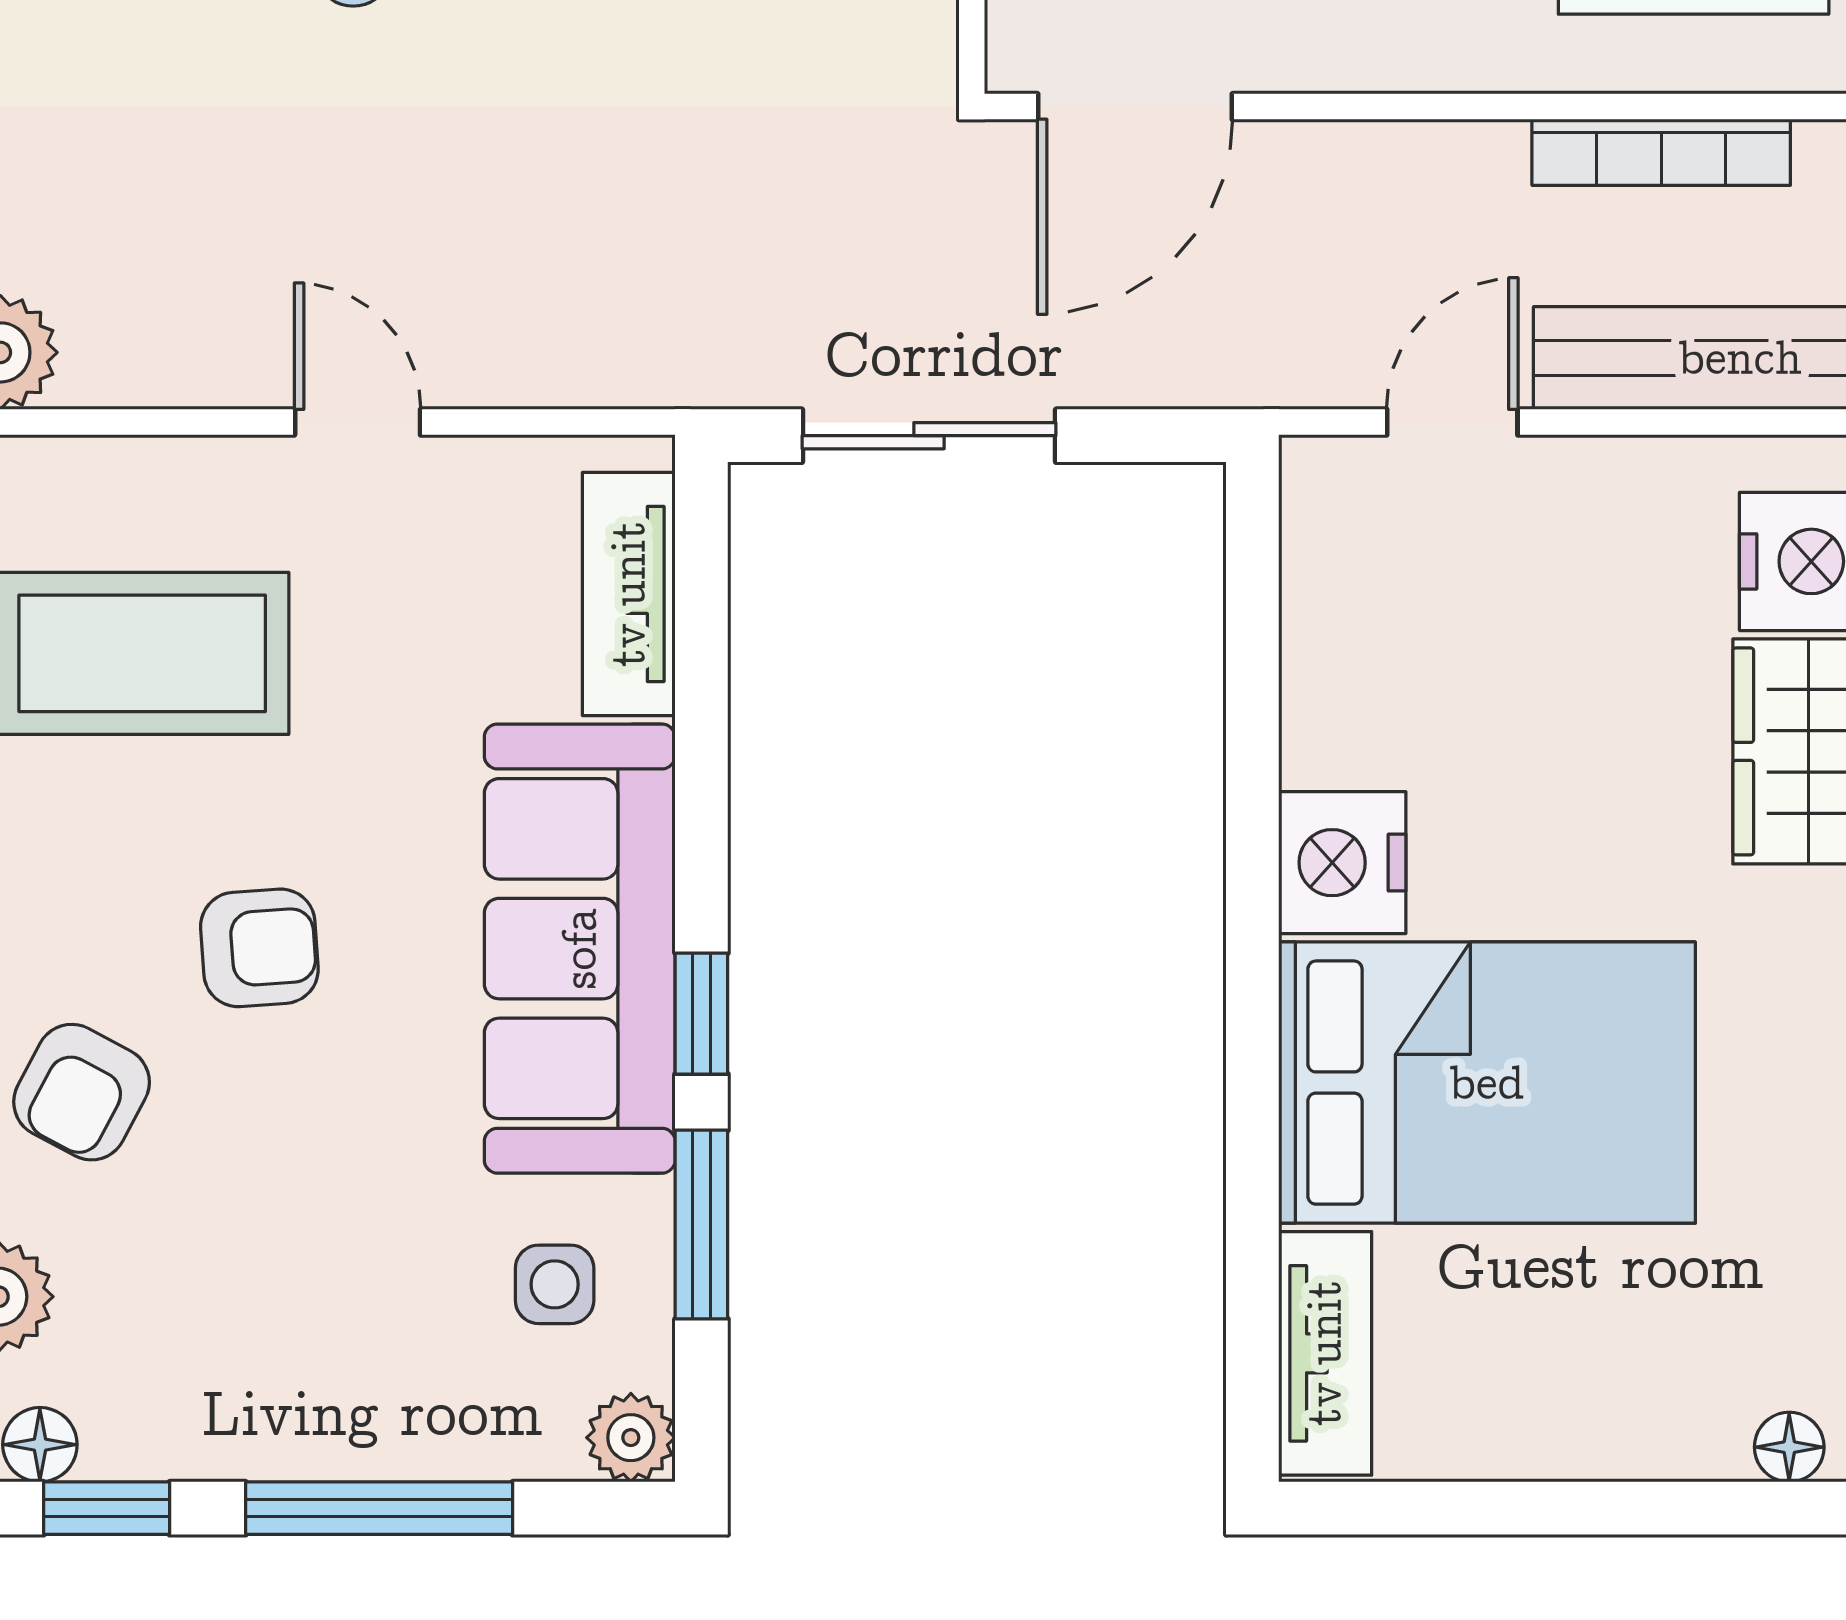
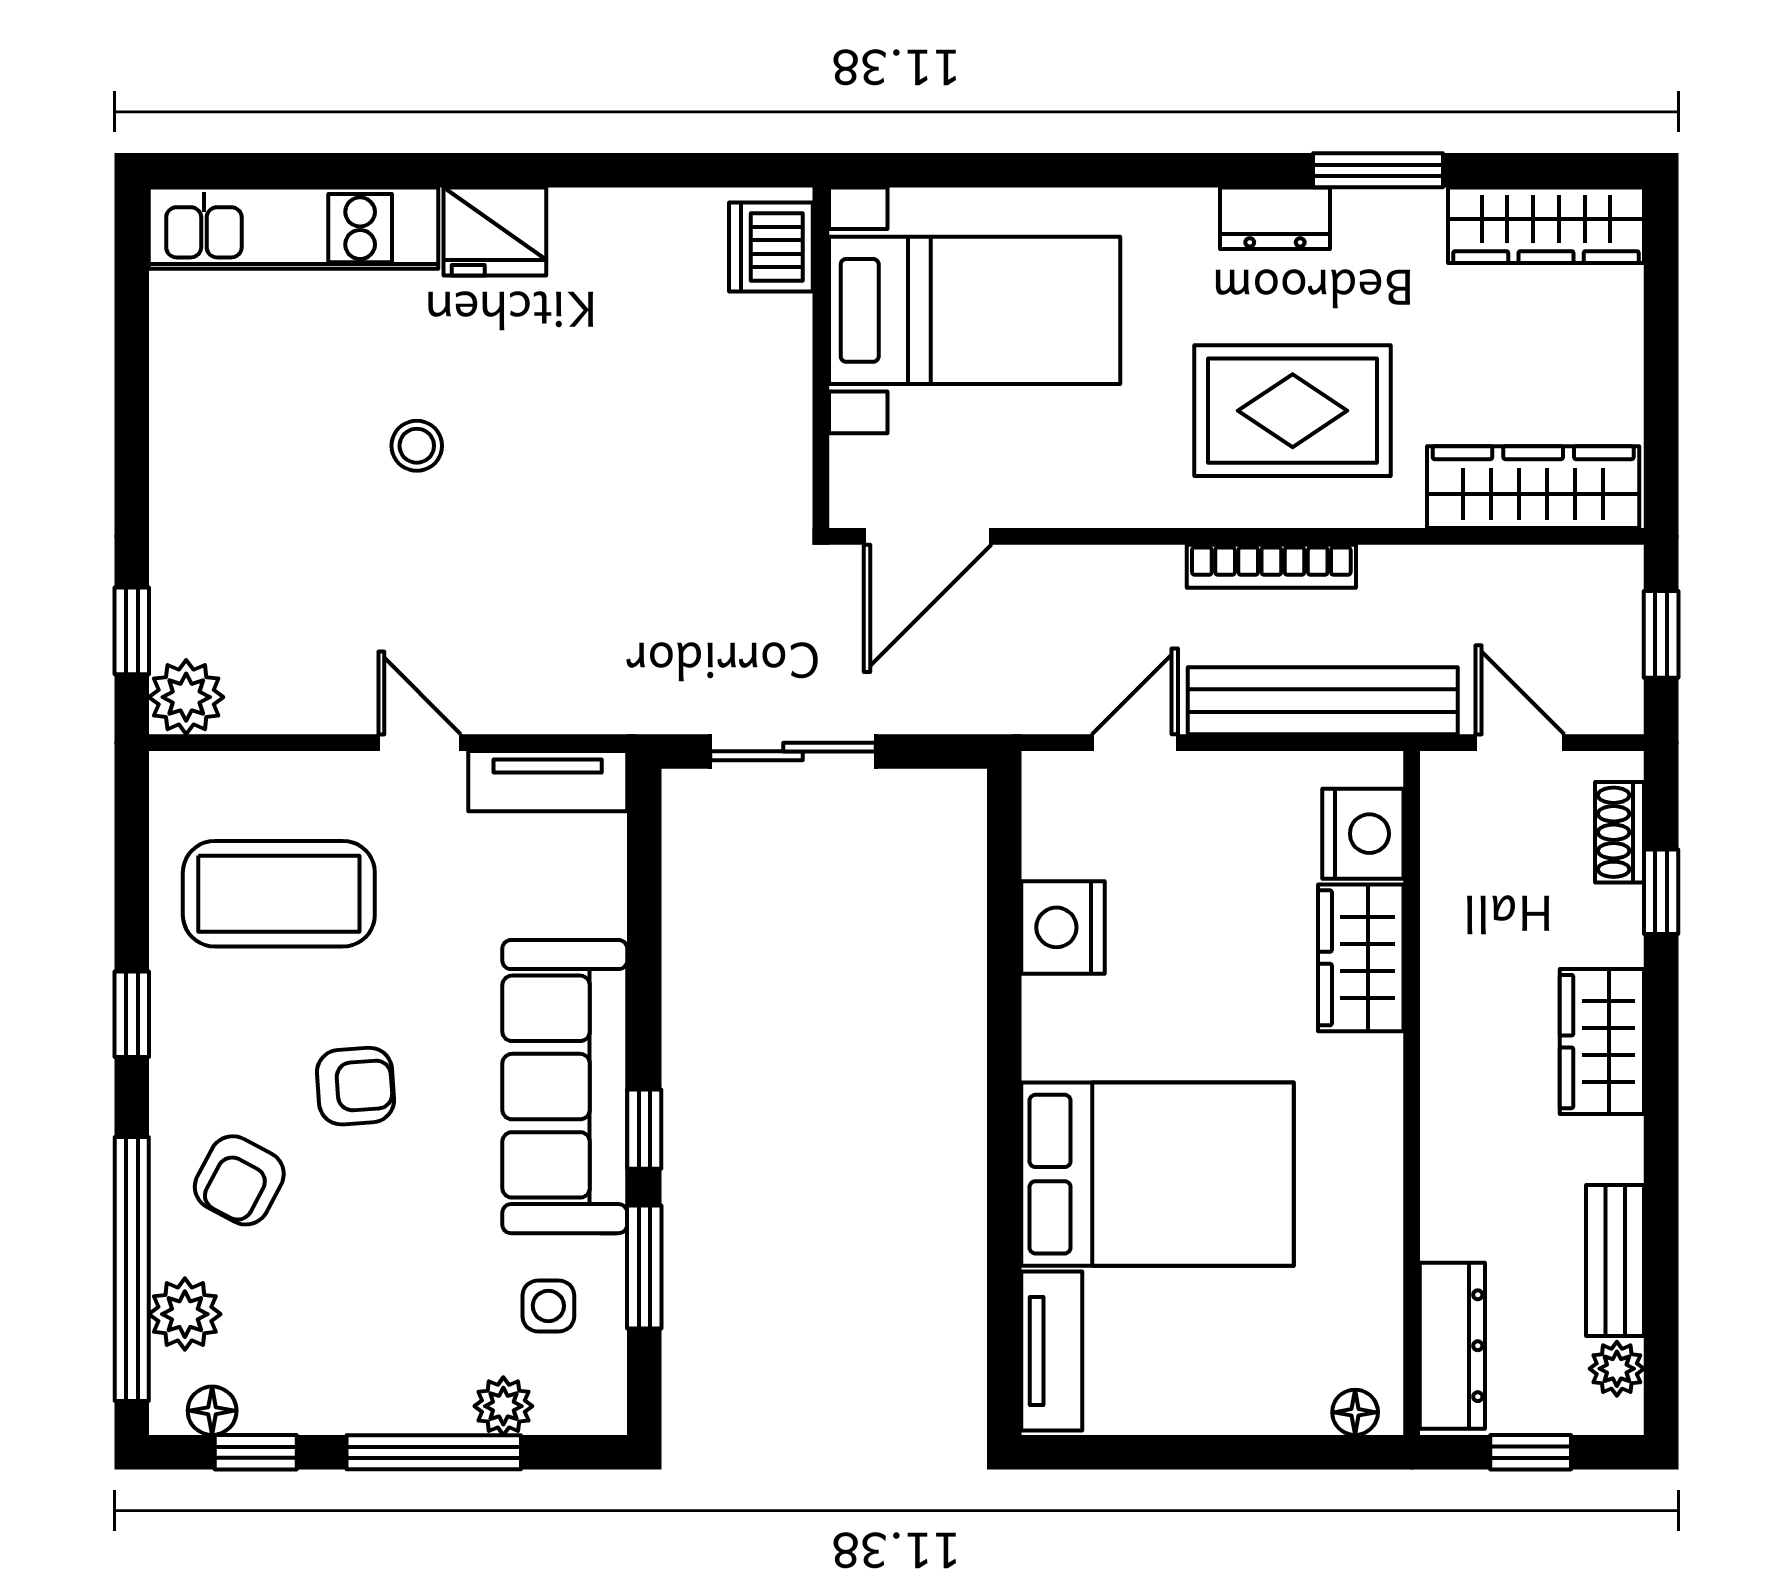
tv unit: (629, 594) -> (548, 781), moved, turned -90
nightstand: (1342, 863) -> (1063, 927), moved
plant: (631, 1438) -> (503, 1406), moved

